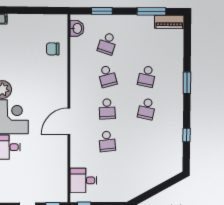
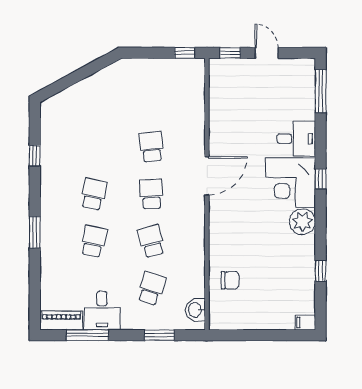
desk: (83, 180) -> (102, 311), moved, turned 90

